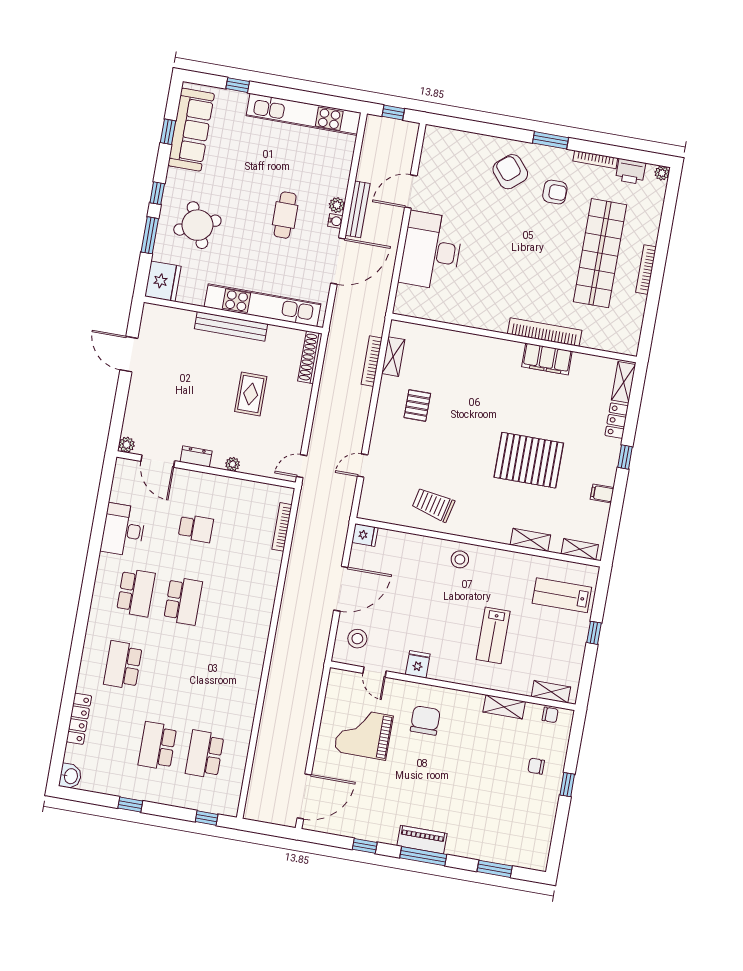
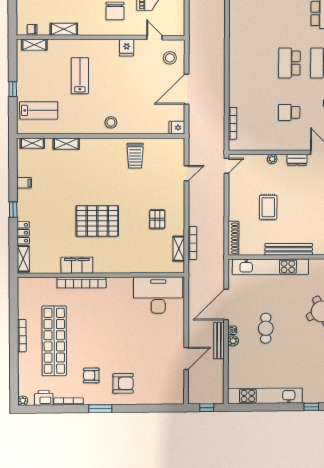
armchair: (510, 172) -> (123, 383), turned -50
desk: (431, 251) -> (158, 295), moved, turned -90
pallet: (529, 460) -> (97, 221), moved
trolley: (433, 505) -> (135, 156), turned 77

